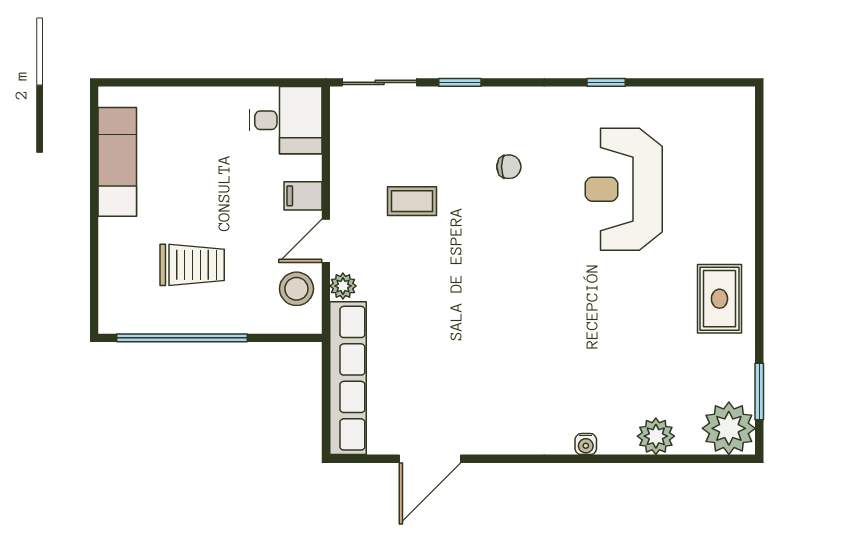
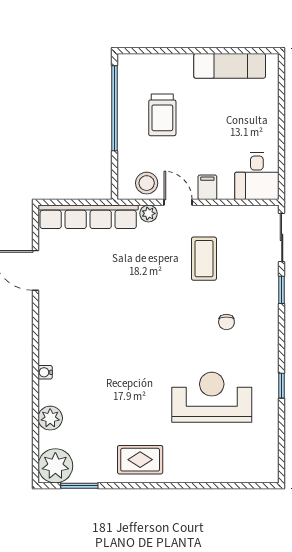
coffee table: (412, 201) -> (204, 259), width x1.36, depth x1.30

